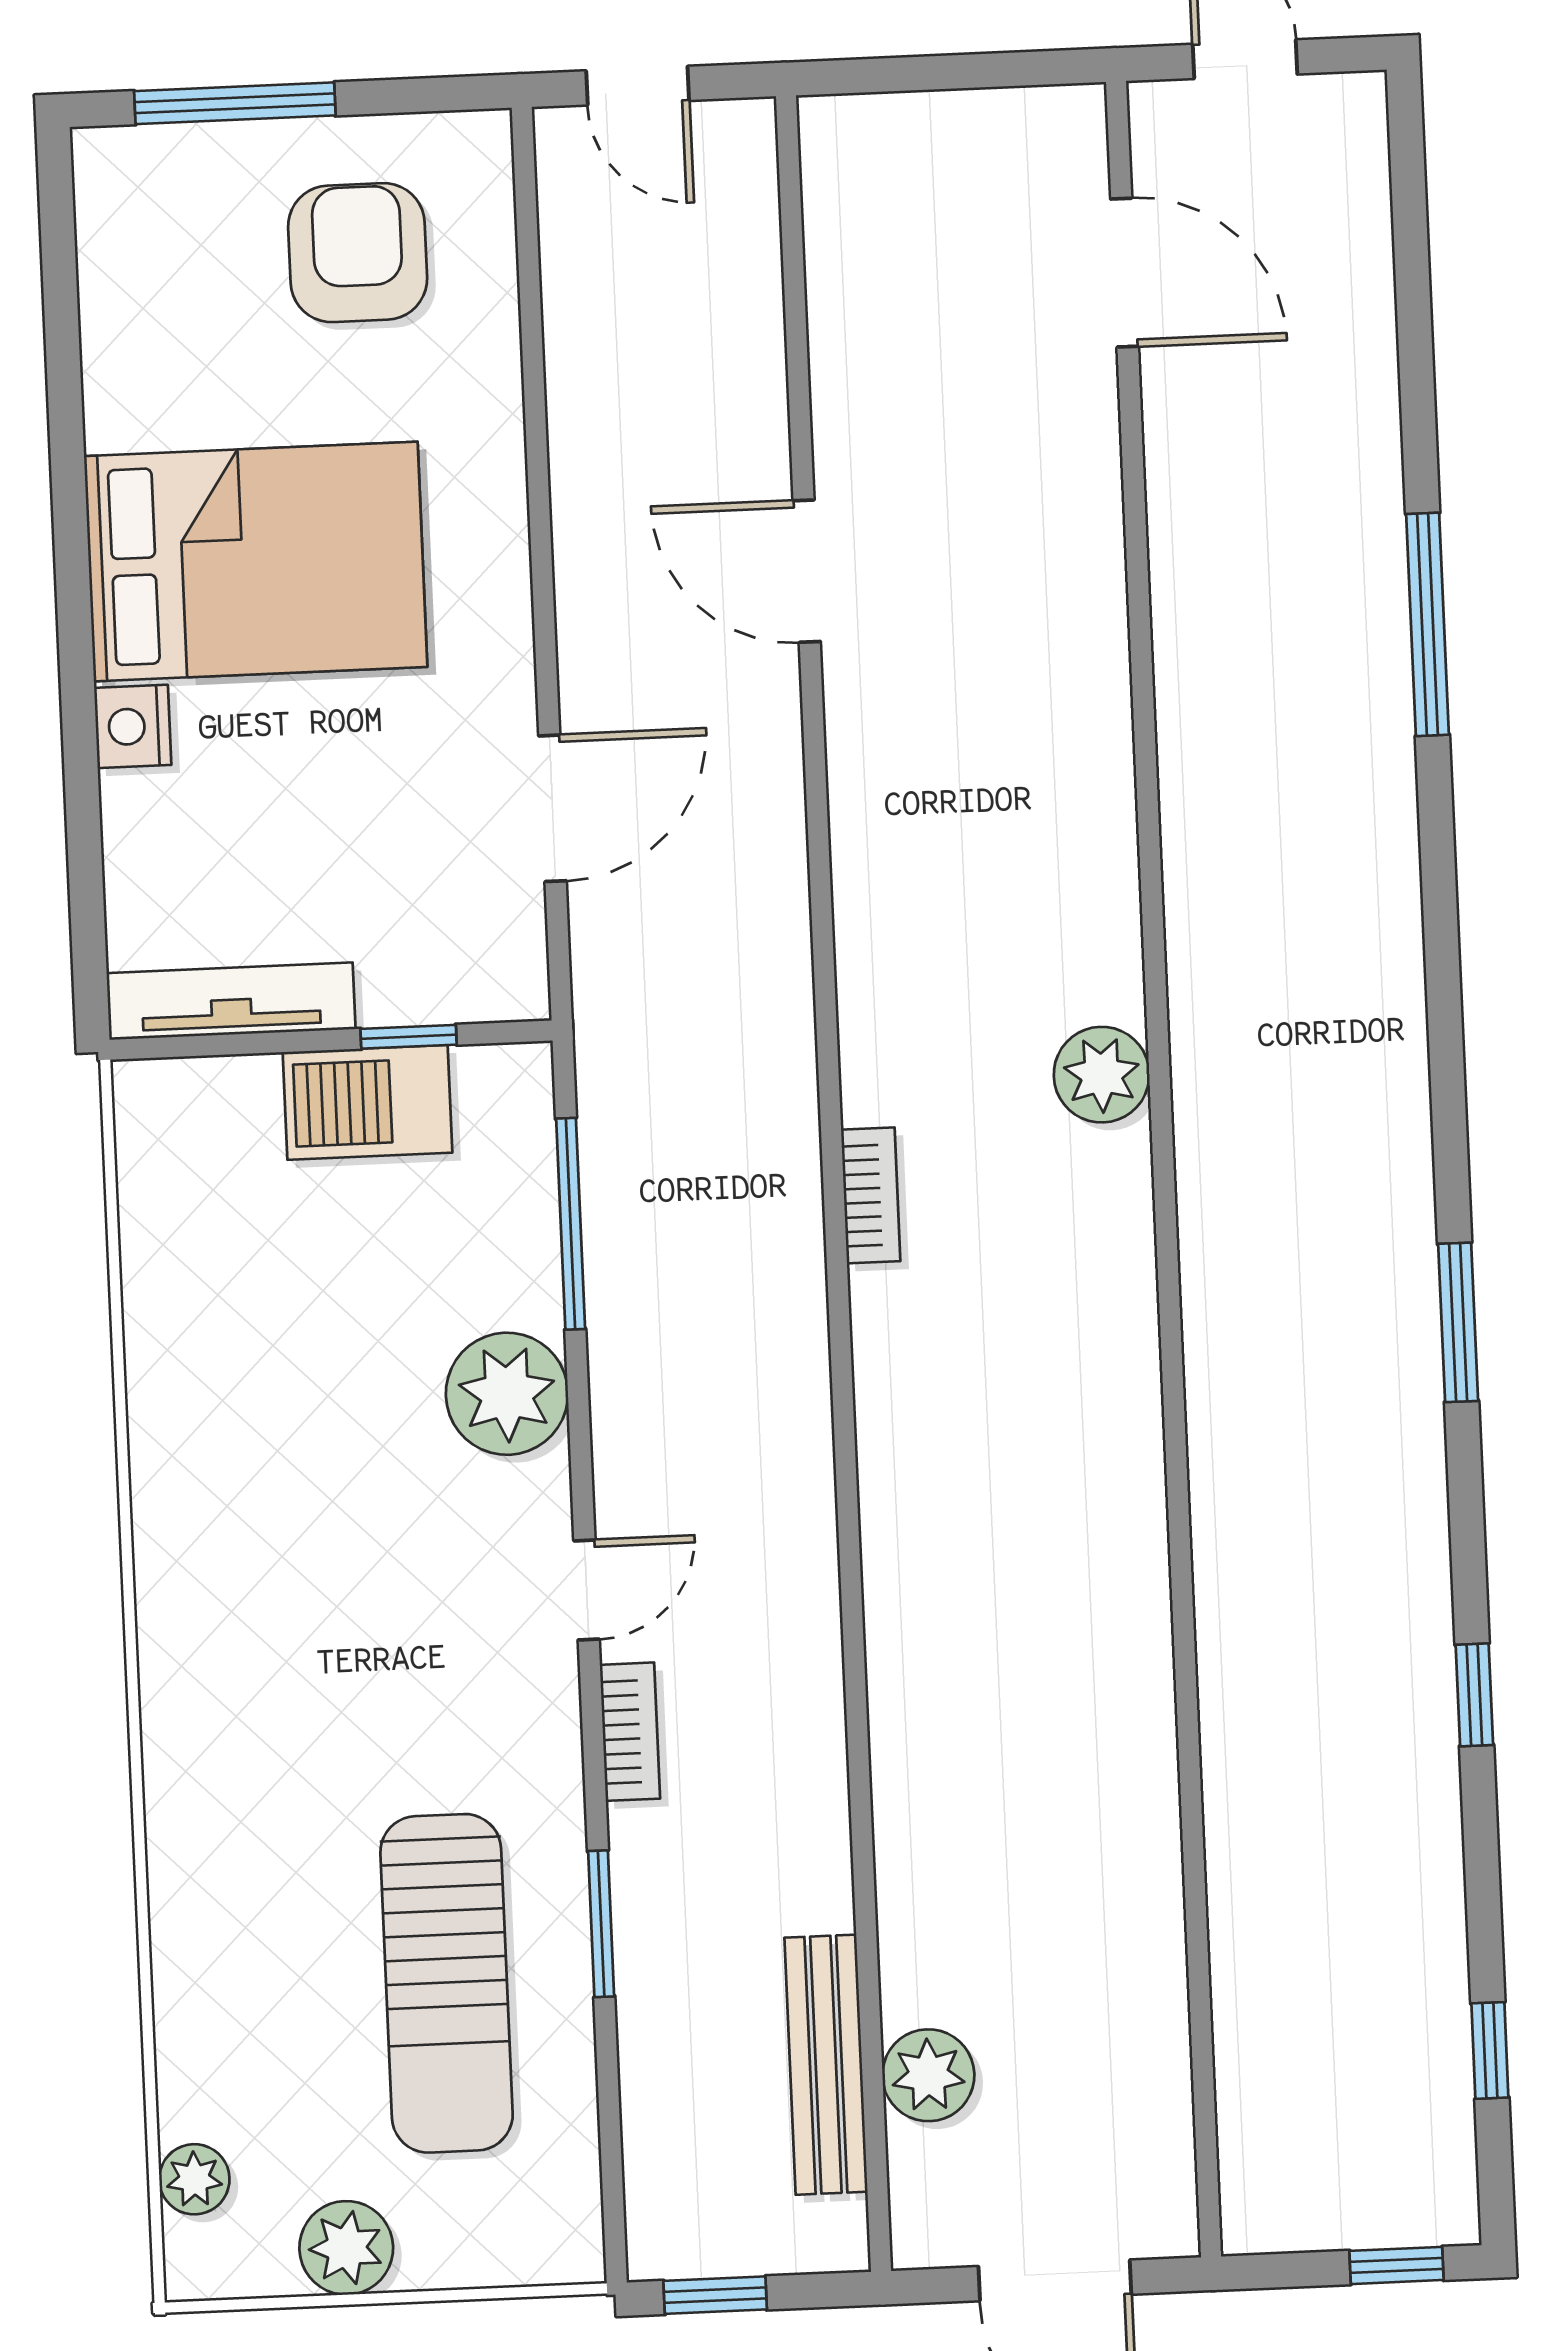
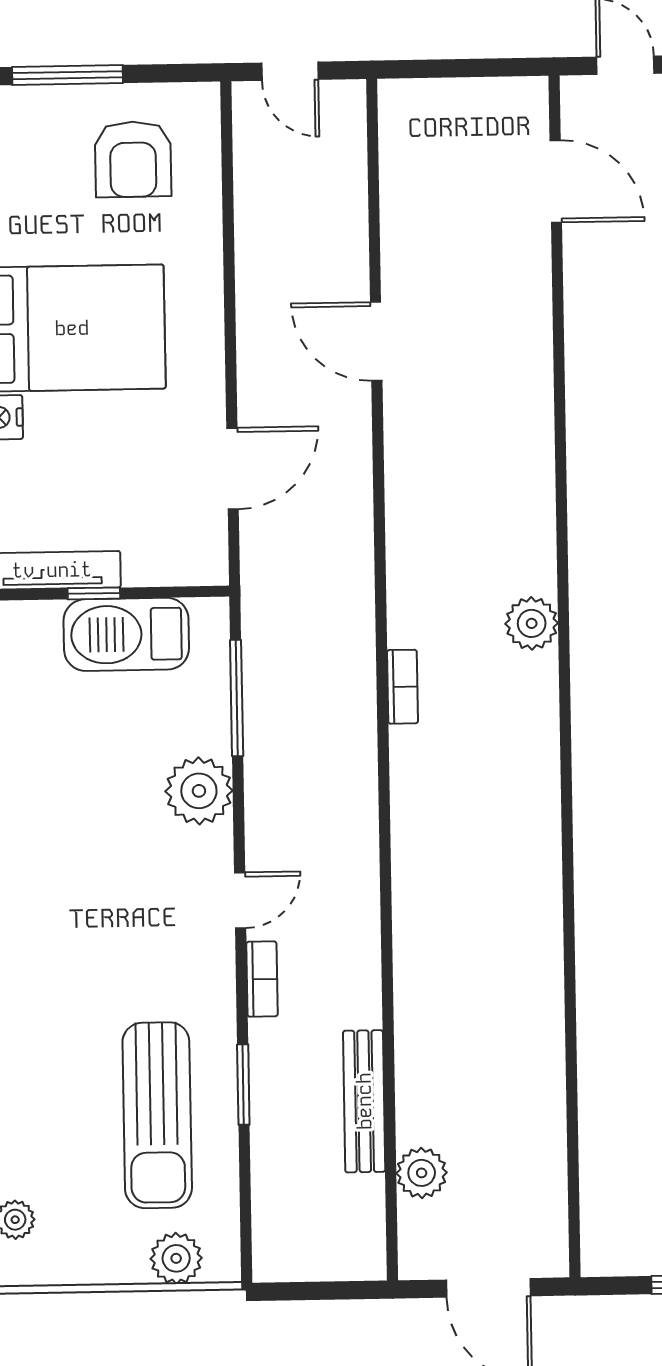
armchair: (358, 253) -> (133, 159), turned 180
window: (409, 1037) -> (94, 593), moved
barbecue: (367, 1102) -> (126, 634), width x1.37, depth x1.21
bench: (826, 2065) -> (364, 1101), moved
plant: (346, 2248) -> (176, 1258), moved
window: (715, 2295) -> (301, 1291), removed

